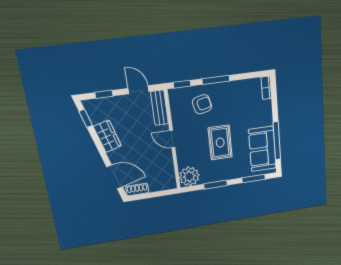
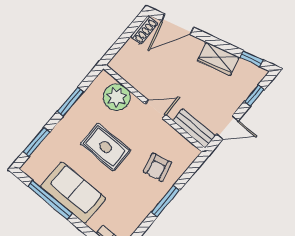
window: (182, 84) -> (193, 169), removed
sofa: (262, 149) -> (73, 193), moved
plant: (189, 176) -> (117, 97), moved

